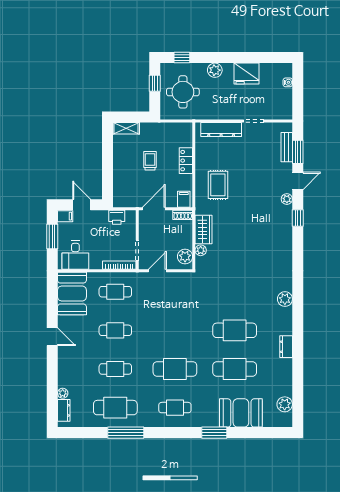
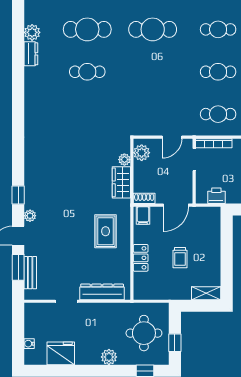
fridge: (247, 74) -> (61, 353), moved
plant: (285, 299) -> (32, 32), moved
cafe table: (235, 330) -> (87, 72), width x0.73, depth x0.74

